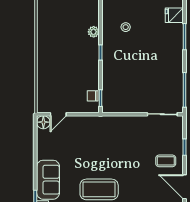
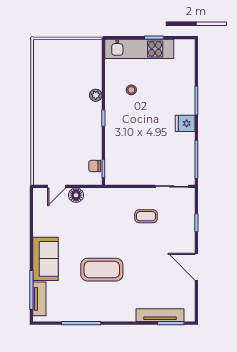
fridge: (174, 15) -> (185, 123), moved
floor lamp: (43, 122) -> (76, 195), moved
coffee table: (166, 161) -> (146, 216), moved

